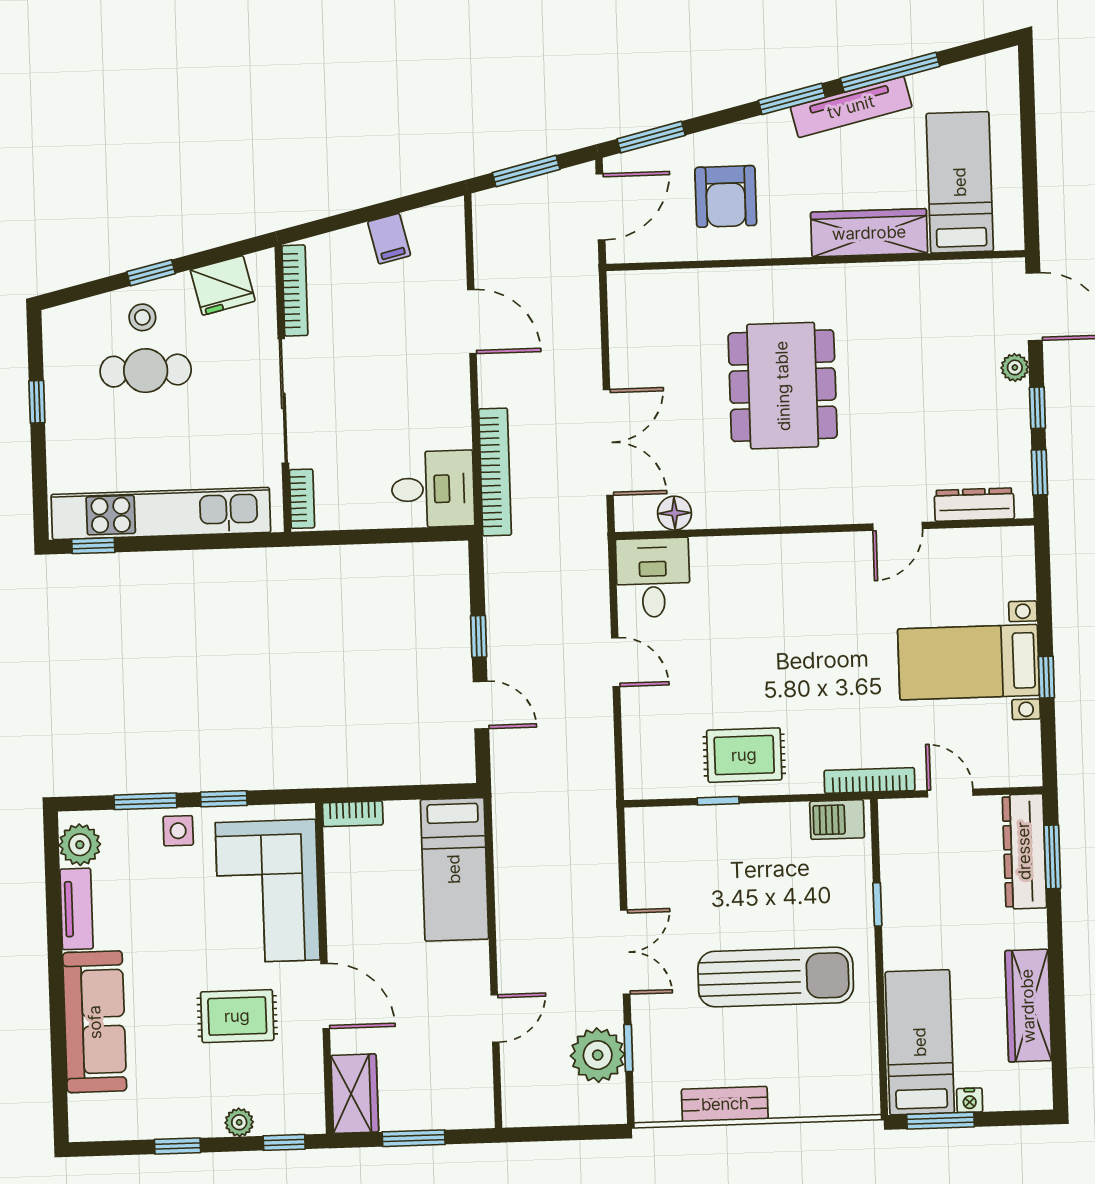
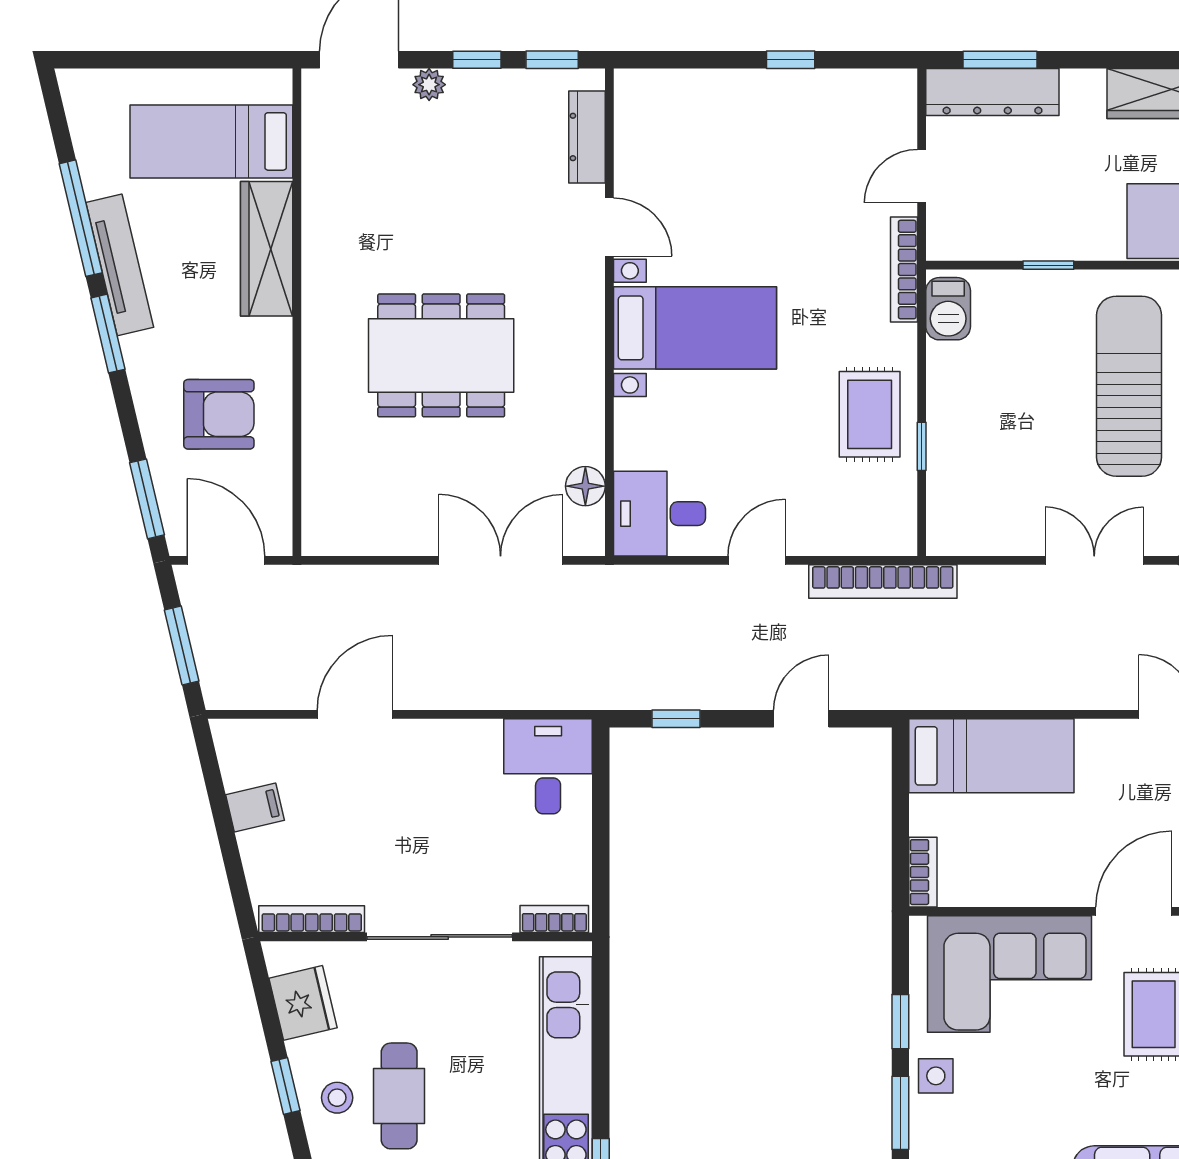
bookcase: (495, 472) -> (883, 581), moved, turned 180
window: (479, 636) -> (676, 719), moved
bed with nightstands: (969, 662) -> (695, 328), moved, turned -90

